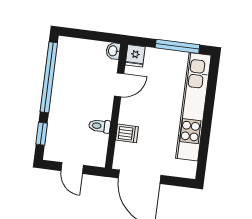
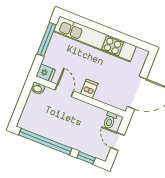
toilet: (100, 126) -> (110, 120), moved
dishwasher: (127, 133) -> (89, 89), moved
door: (72, 168) -> (118, 142), swing flipped

